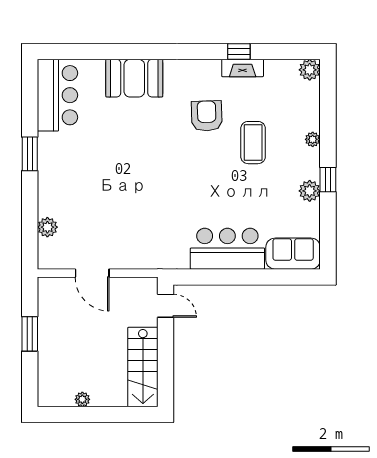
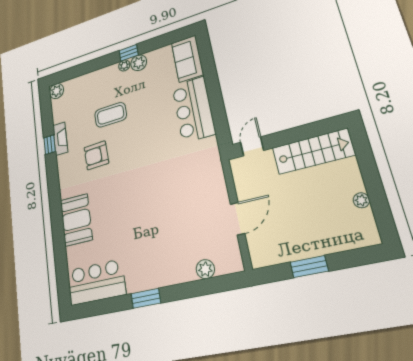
plant: (313, 139) -> (124, 65), moved

